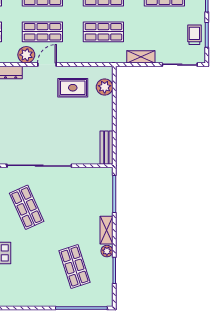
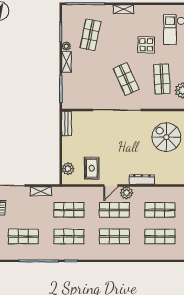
rug: (73, 88) -> (92, 168), turned 90
shop shelf: (75, 266) -> (90, 35), turned 30
shelving: (30, 301) -> (123, 9), added

